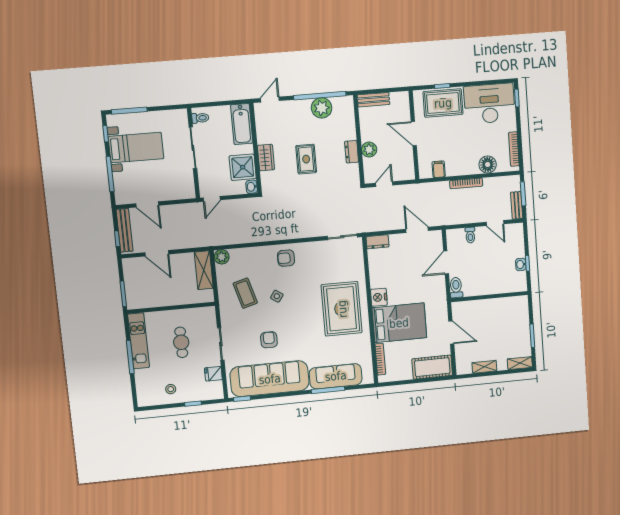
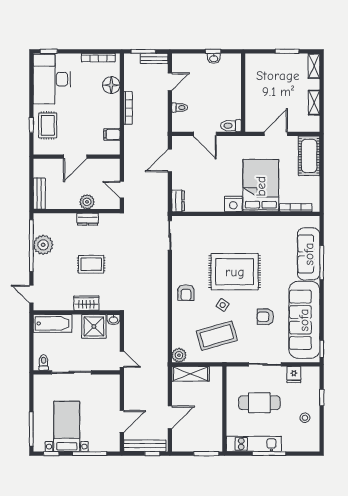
rug: (443, 103) -> (48, 125), width x0.73, depth x0.70
coffee table: (245, 293) -> (217, 336), width x1.36, depth x1.32
rug: (342, 309) -> (235, 272), moved
cafe table: (181, 342) -> (259, 403), width x1.37, depth x1.35

